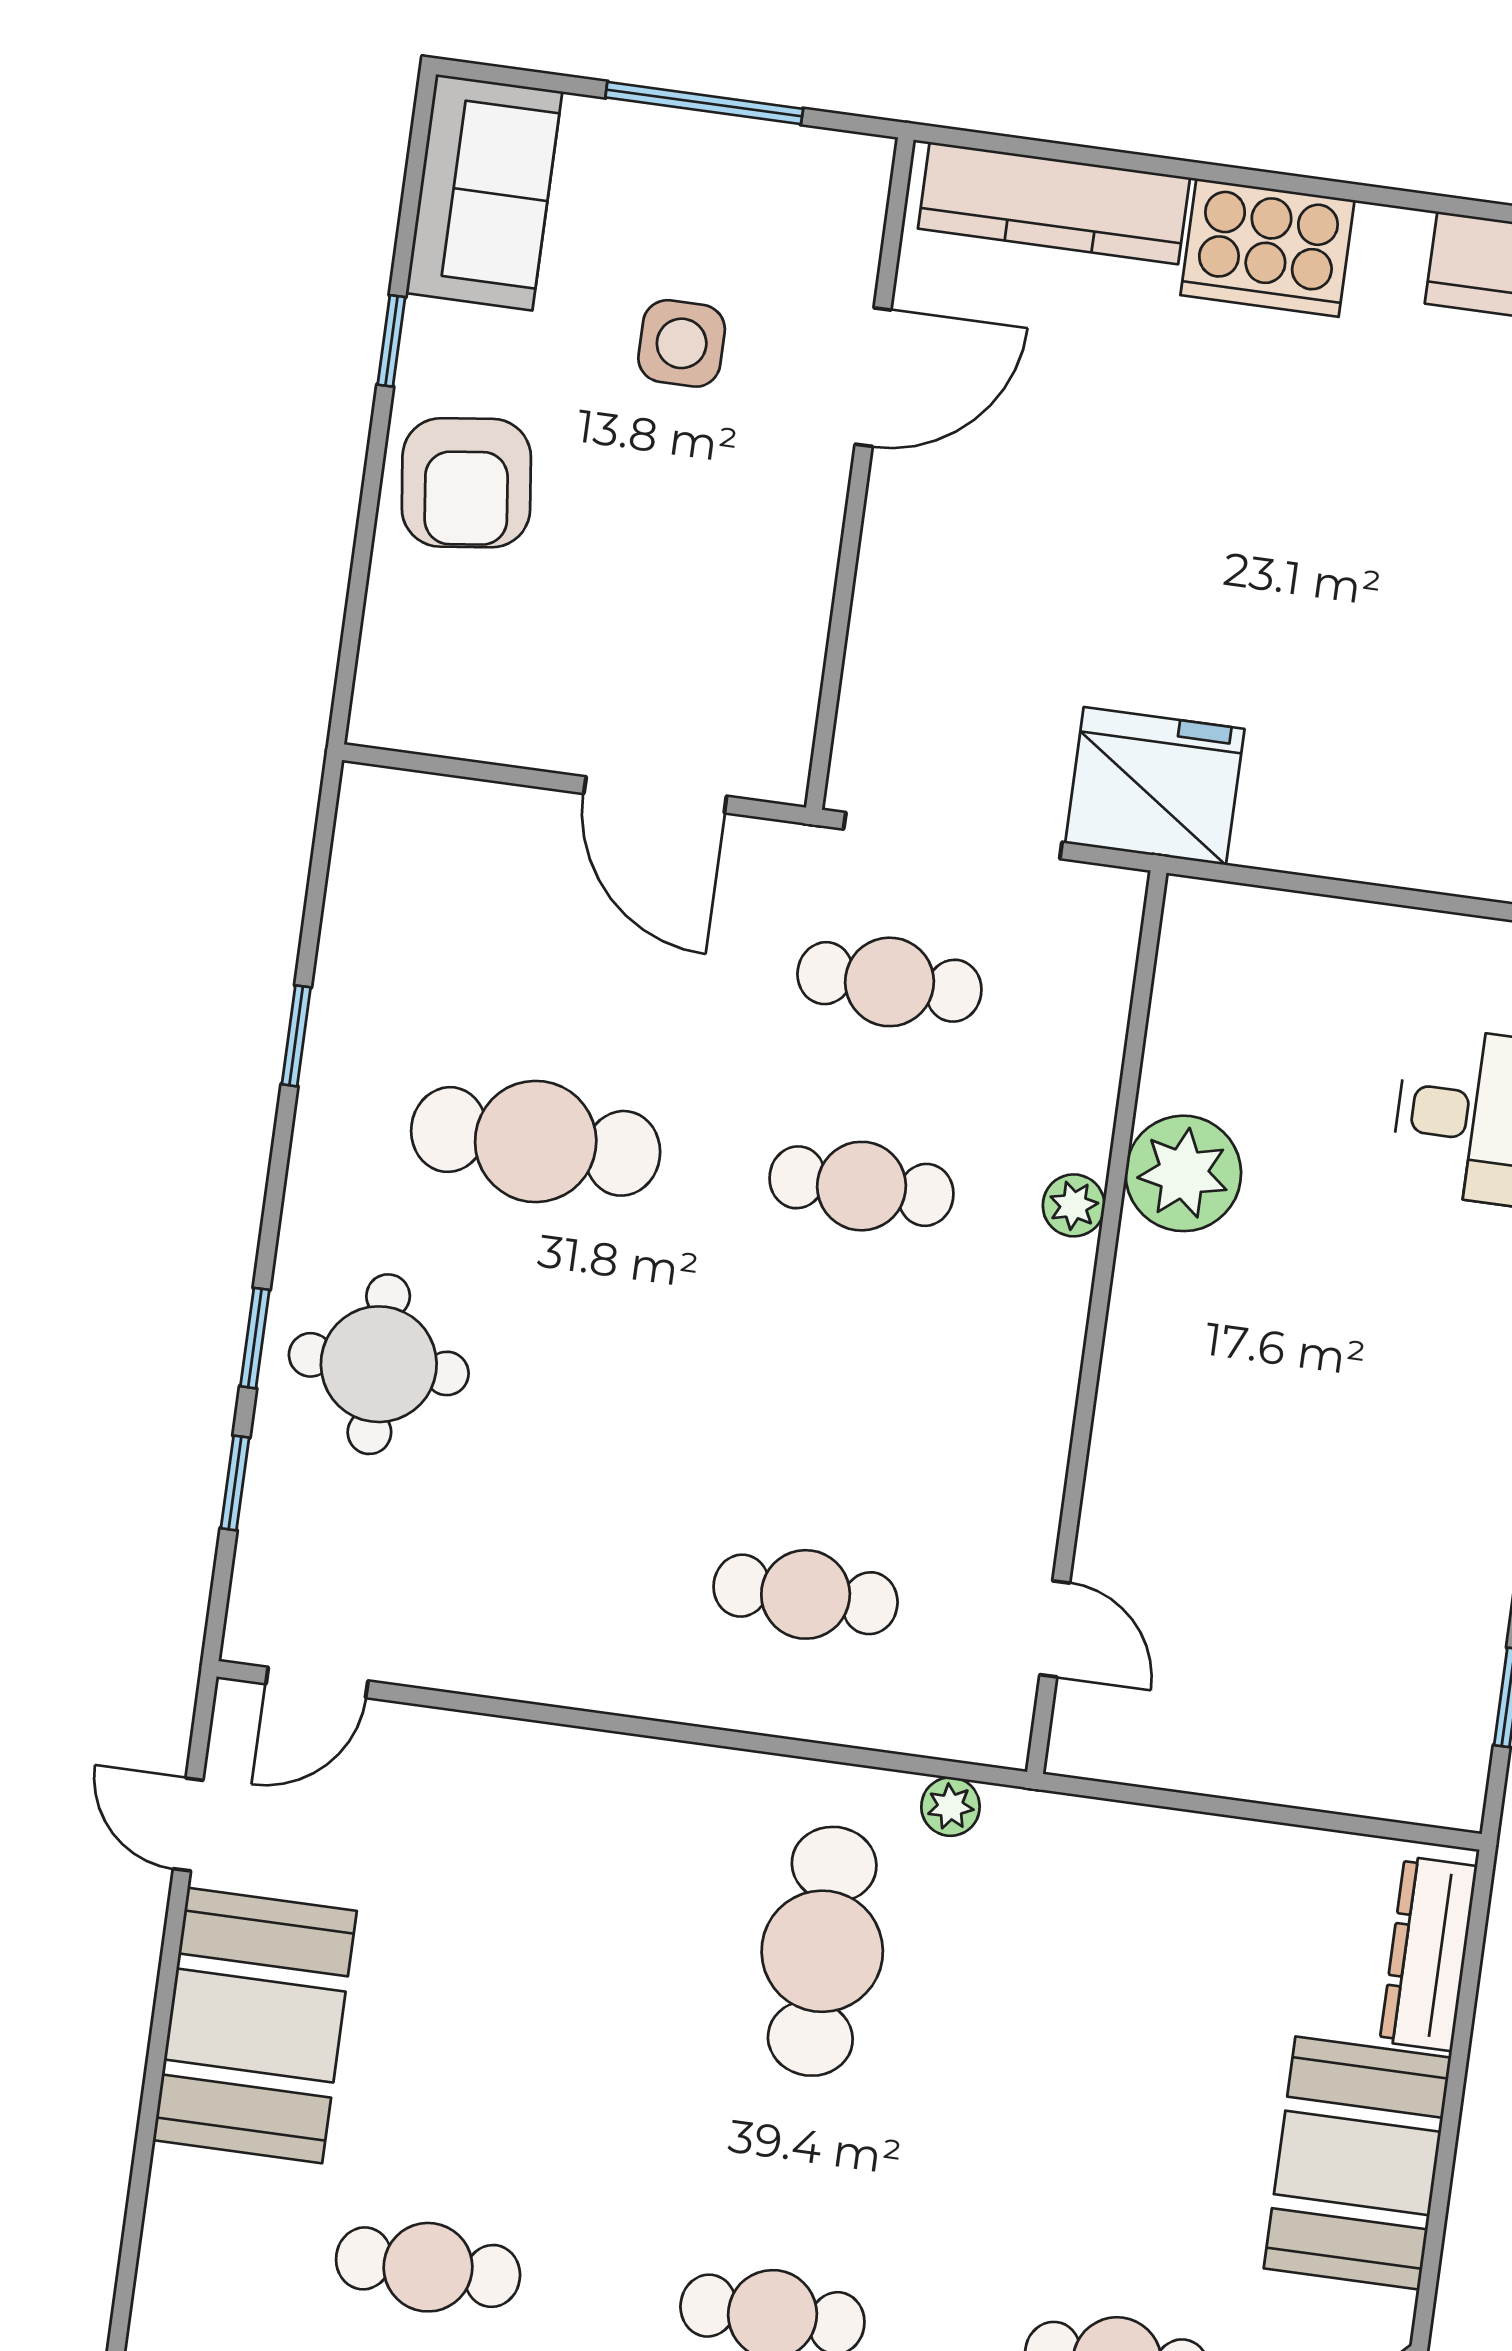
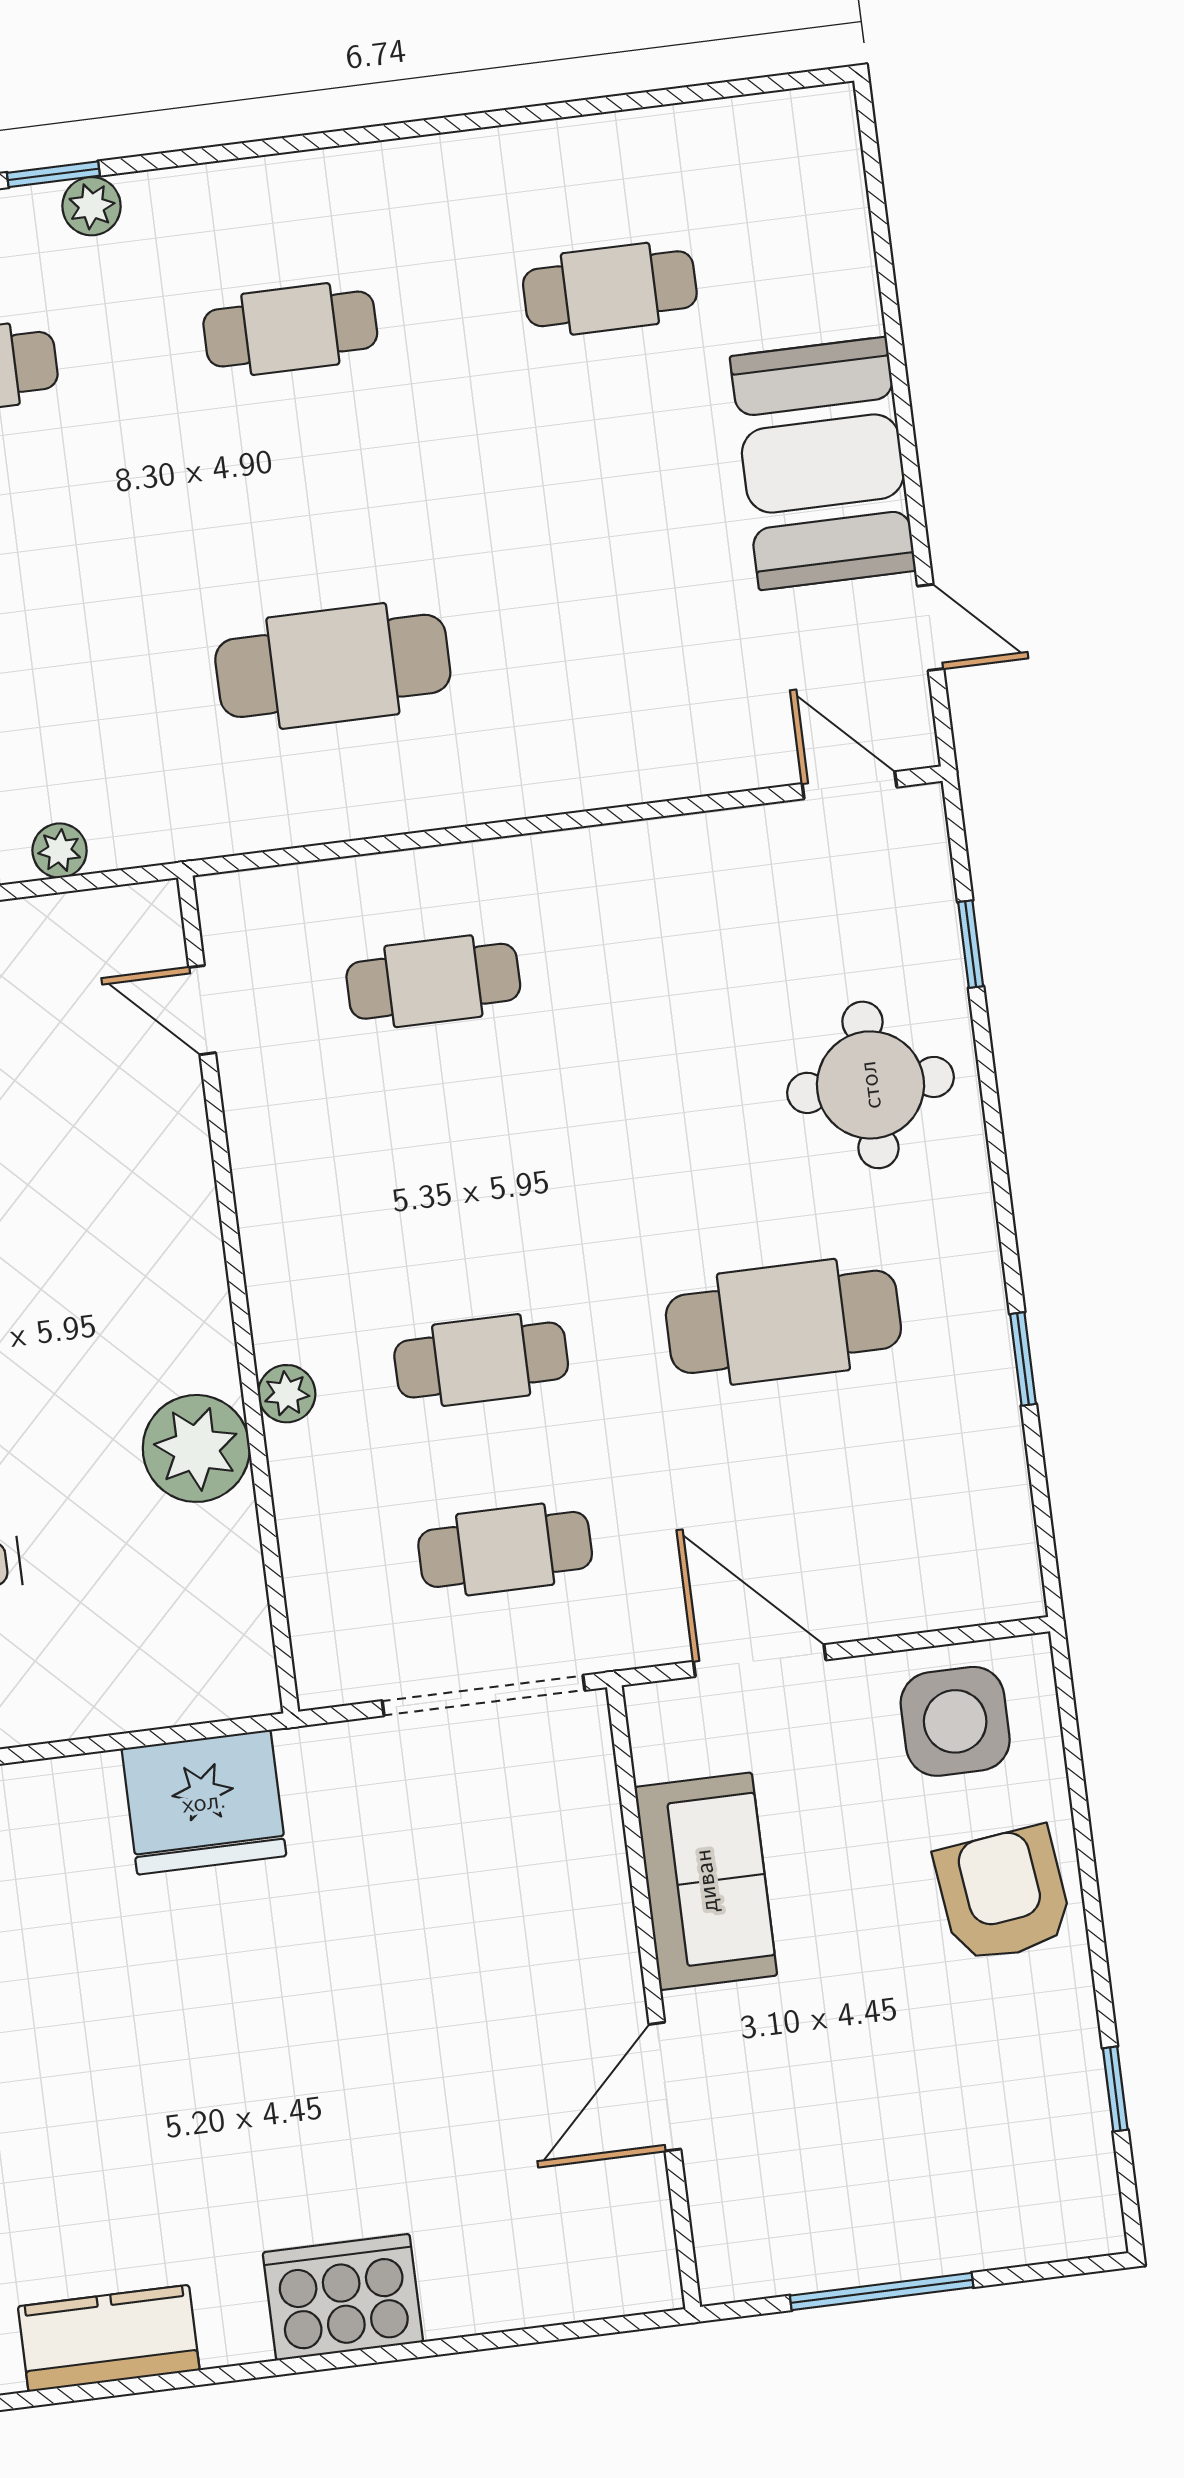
sofa: (484, 192) -> (706, 1881), moved, turned 180
kitchen counter: (1054, 203) -> (545, 2286), removed
window: (391, 341) -> (1115, 2089), moved
side table: (682, 343) -> (955, 1721), moved, width x1.37, depth x1.37
fridge: (1155, 786) -> (204, 1802), moved
window: (255, 1338) -> (988, 1079), removed
door: (317, 1682) -> (849, 785), hinge flipped
plant: (950, 1807) -> (60, 851), moved
cafe table: (822, 1951) -> (333, 666), turned 90

